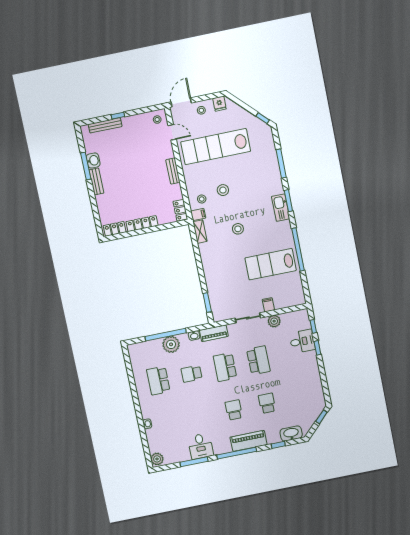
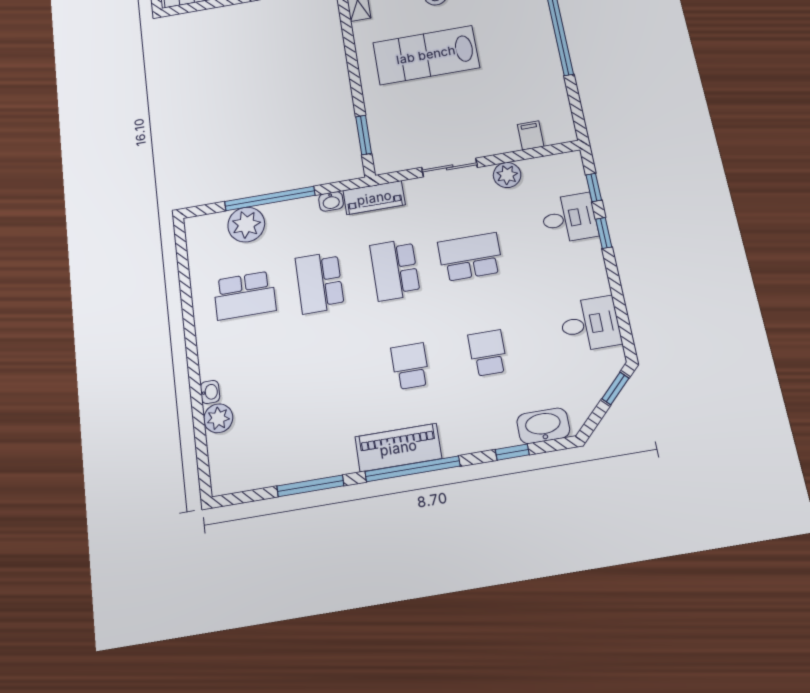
lab bench: (271, 264) -> (426, 55), moved
filing cabinet: (268, 305) -> (531, 135), moved
plant: (171, 344) -> (246, 225), moved
school desk: (258, 360) -> (470, 257), turned -90
school desk: (192, 374) -> (320, 283), width x1.85
school desk: (158, 381) -> (245, 295), turned -90
piano: (249, 441) -> (398, 448), moved
desk: (201, 446) -> (590, 324), moved, turned -90
plant: (157, 459) -> (218, 418), moved

